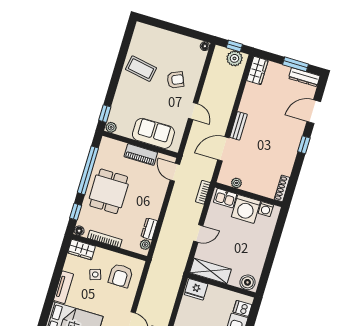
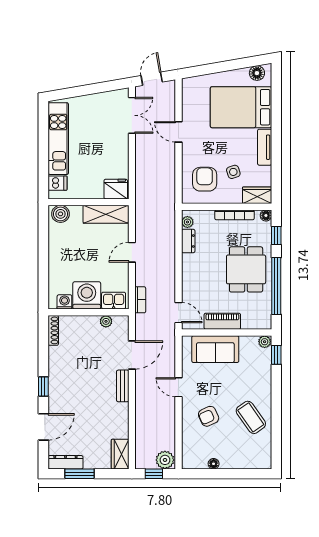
floor lamp: (205, 46) -> (214, 464), moved
plant: (234, 58) -> (165, 460), moved
coffee table: (141, 69) -> (251, 417), turned 45

